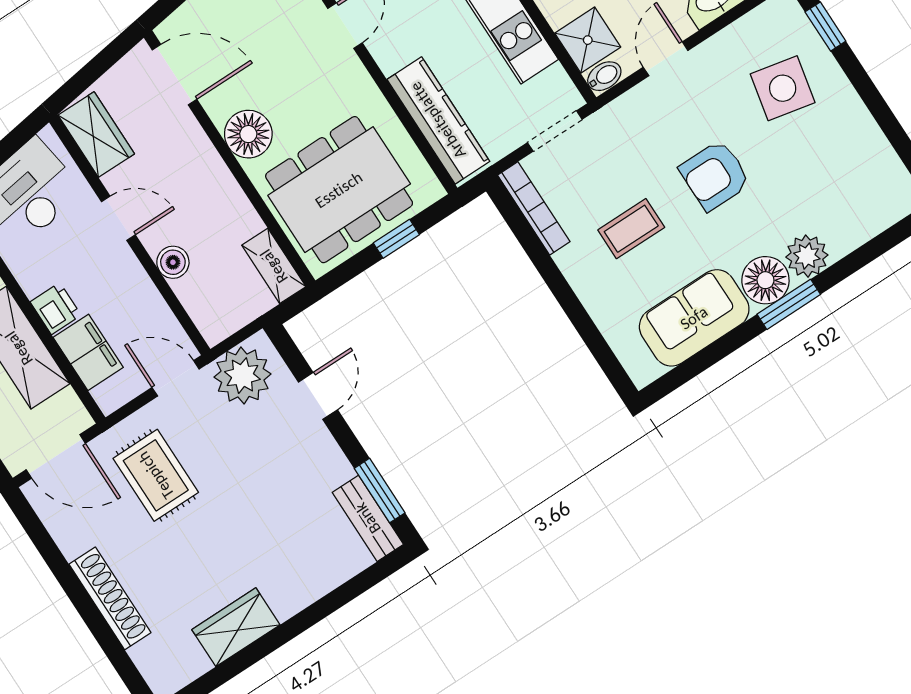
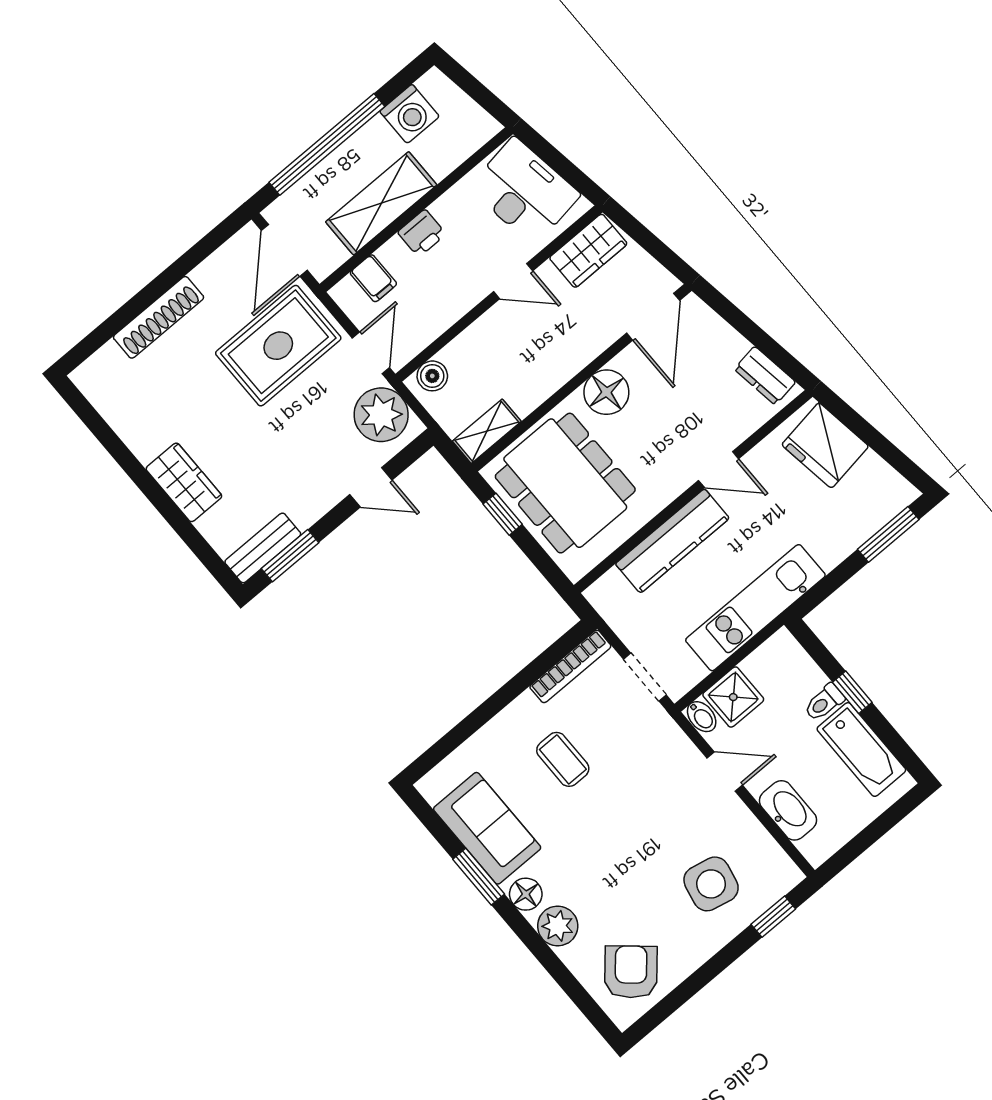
kitchen counter: (438, 120) -> (672, 541), moved
armchair: (715, 175) -> (631, 972), moved, turned 41
door: (118, 218) -> (513, 281), hinge flipped
window: (396, 239) -> (503, 514), moved
boiler: (173, 262) -> (432, 376), moved
floor lamp: (765, 280) -> (526, 894), width x0.73, depth x0.73
window: (789, 304) -> (479, 877), moved
filing cabinet: (88, 352) -> (373, 278), width x0.50
rug: (156, 475) -> (278, 346), width x1.36, depth x1.43
wardrobe: (236, 627) -> (184, 482), moved

